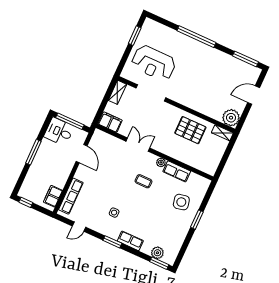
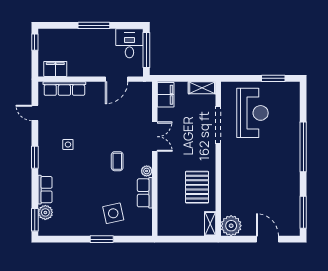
reception desk: (154, 63) -> (253, 113), turned 180
row of seats: (130, 241) -> (45, 190), moved

